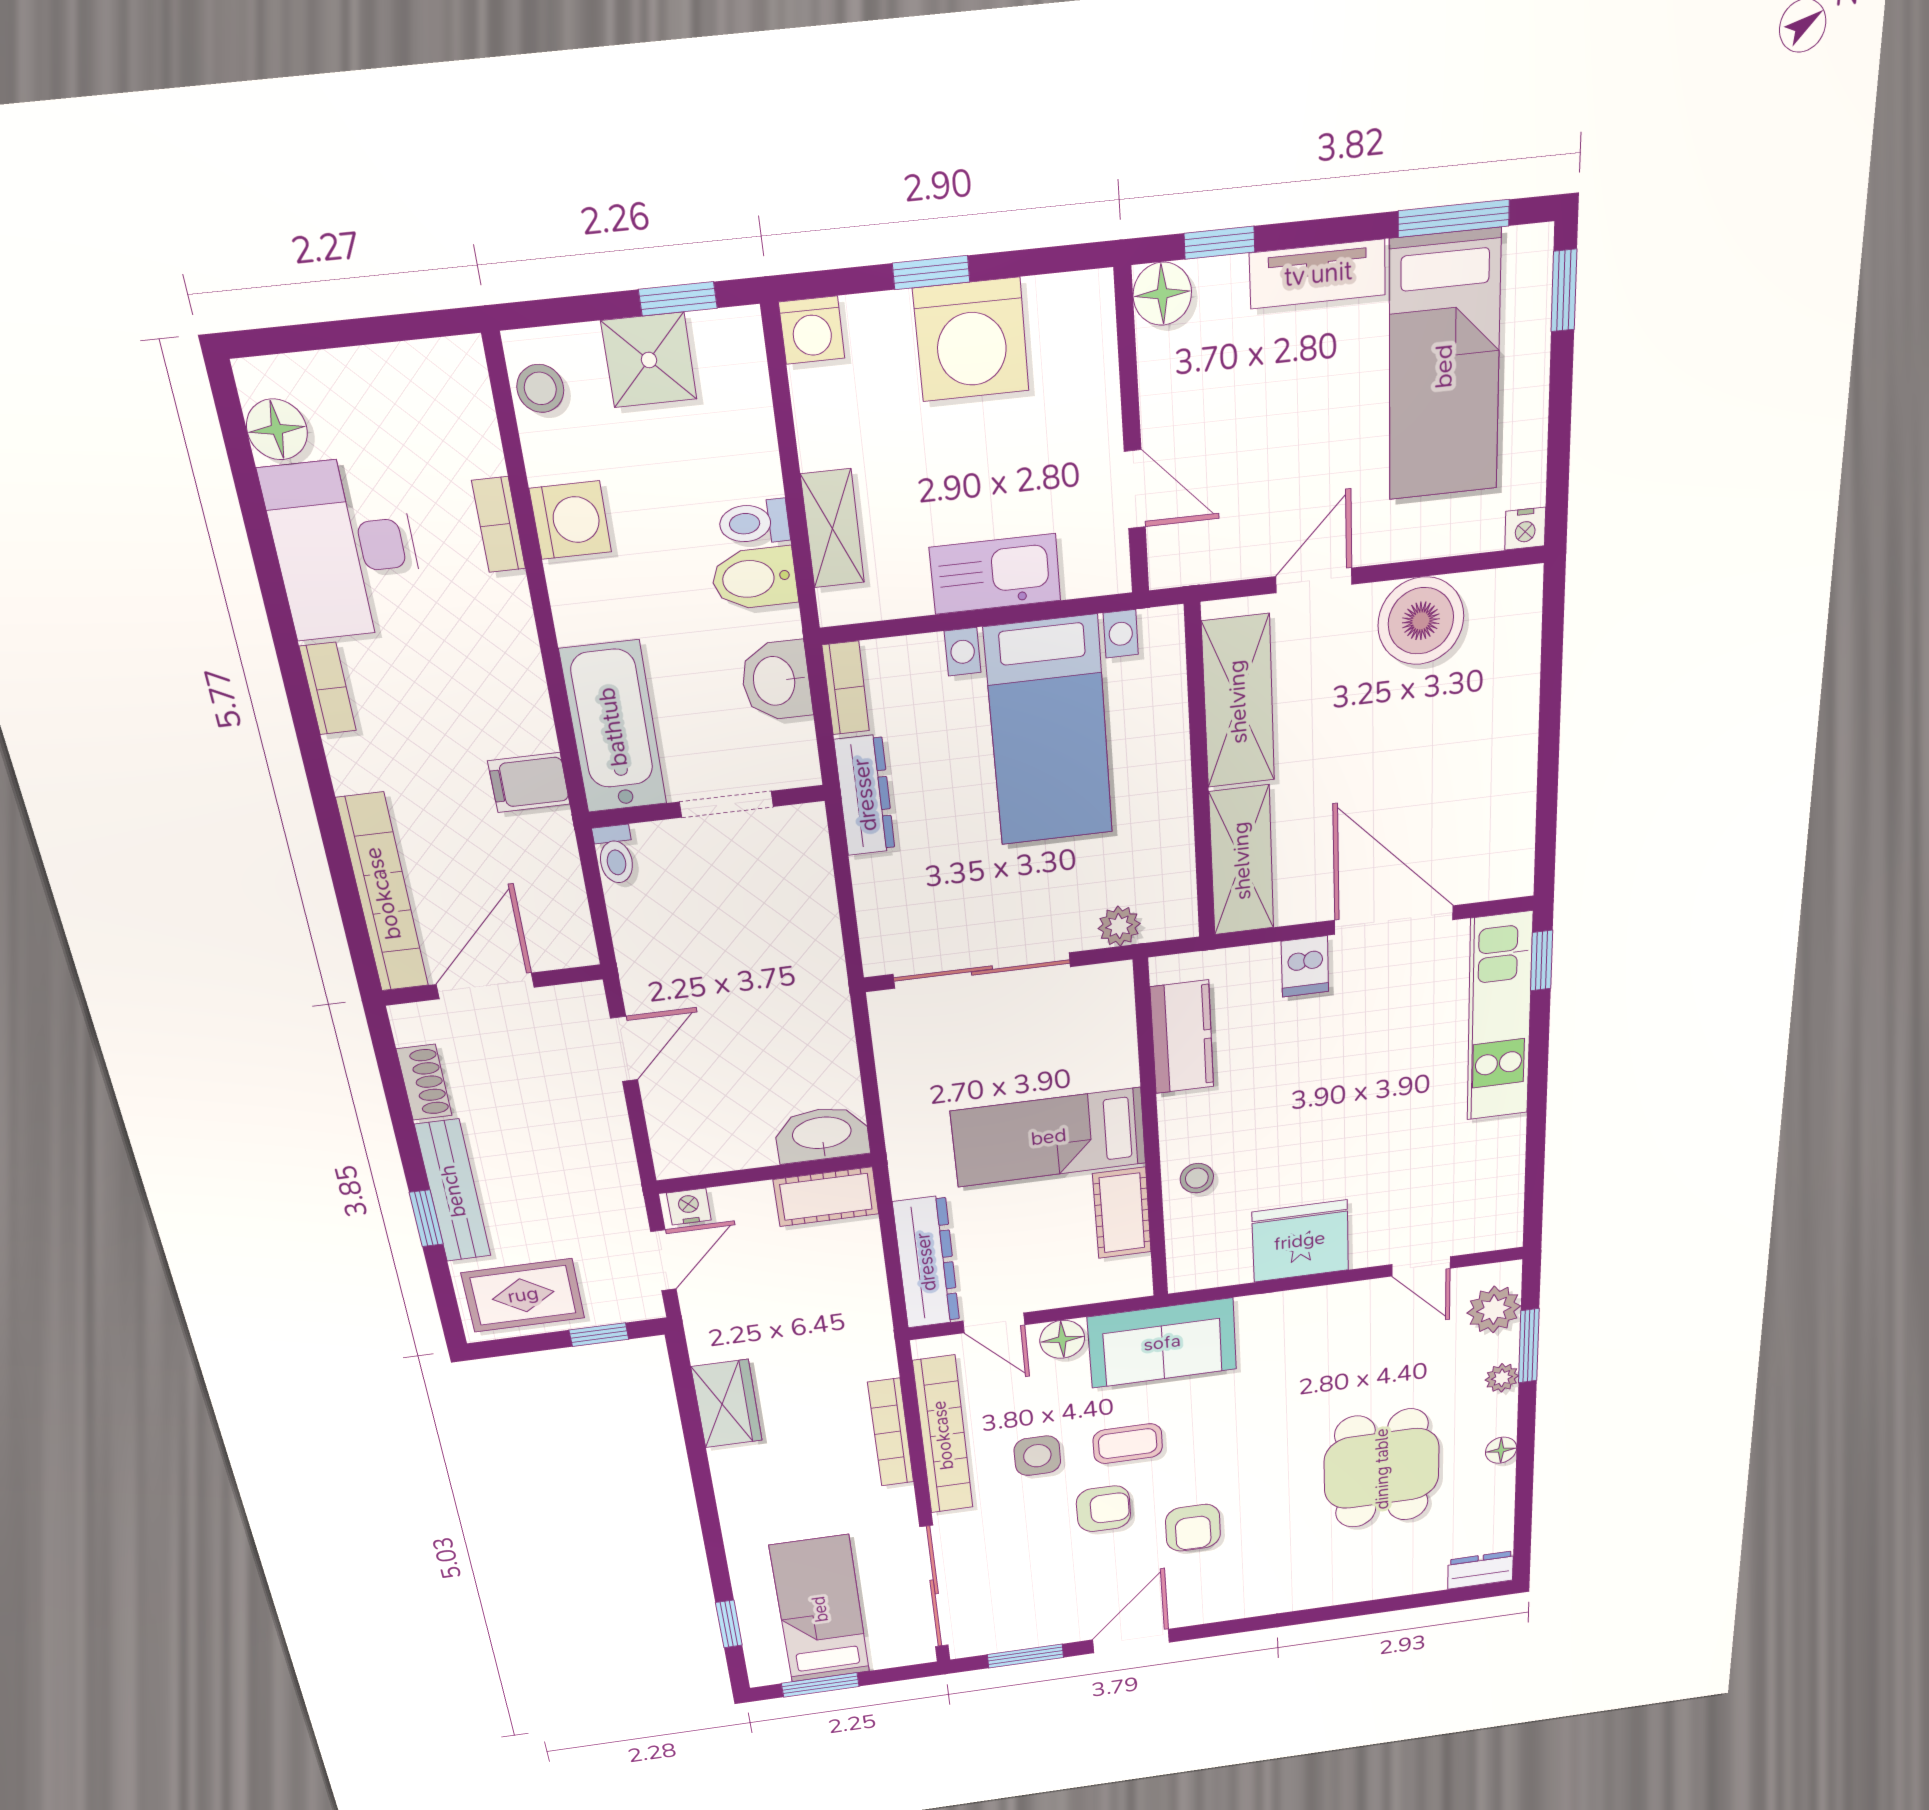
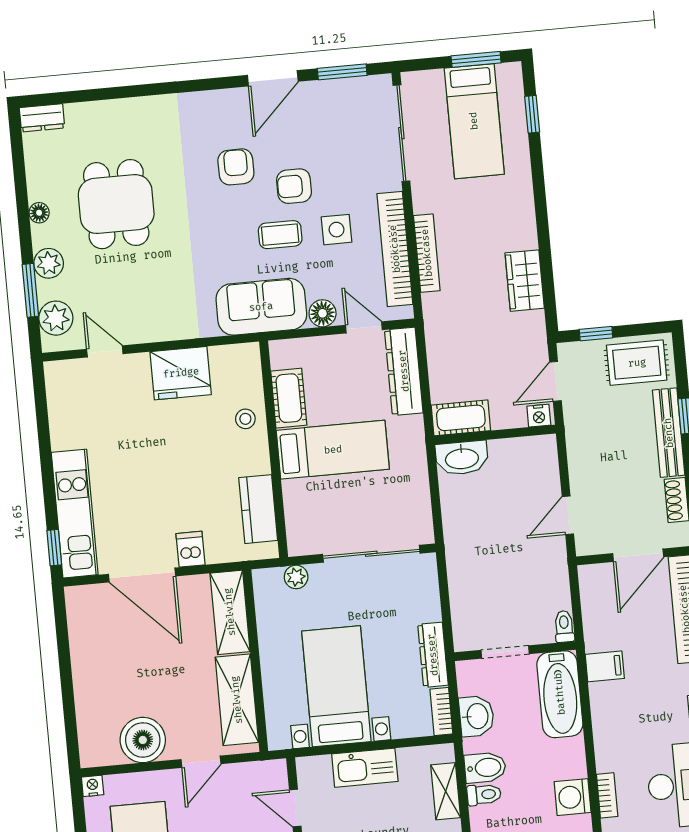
plant: (1502, 1378) -> (49, 263), width x1.38, depth x1.38

